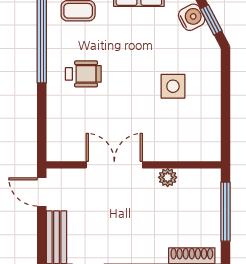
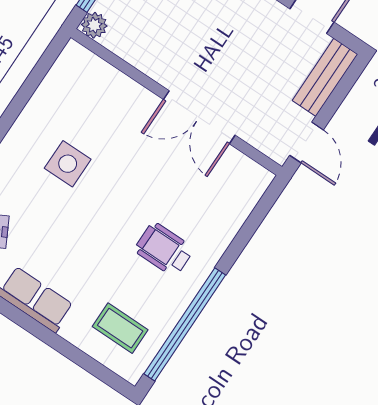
plant: (168, 177) -> (94, 25), moved

